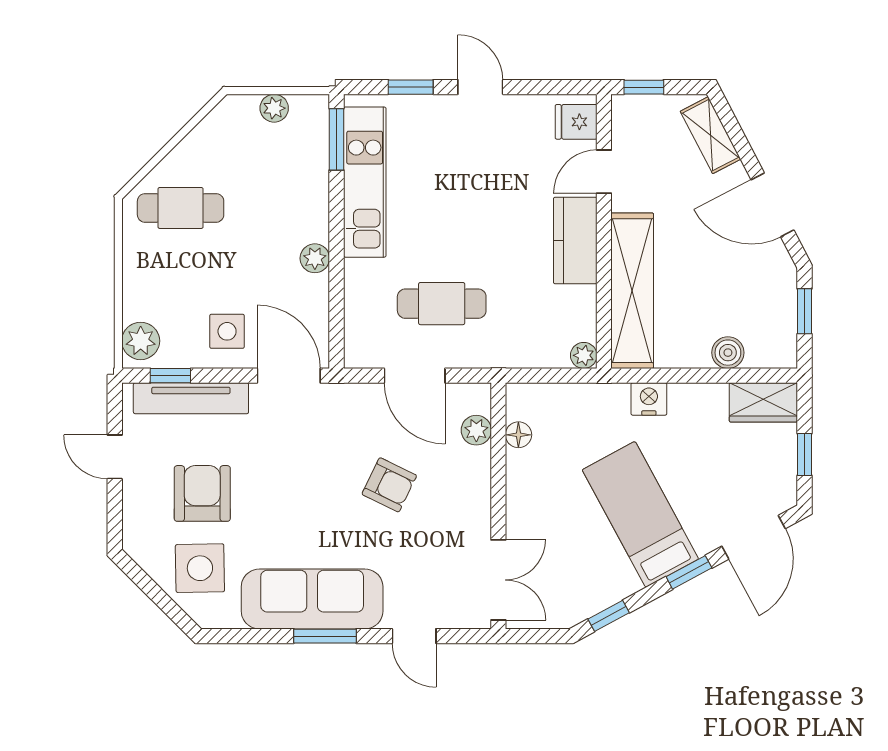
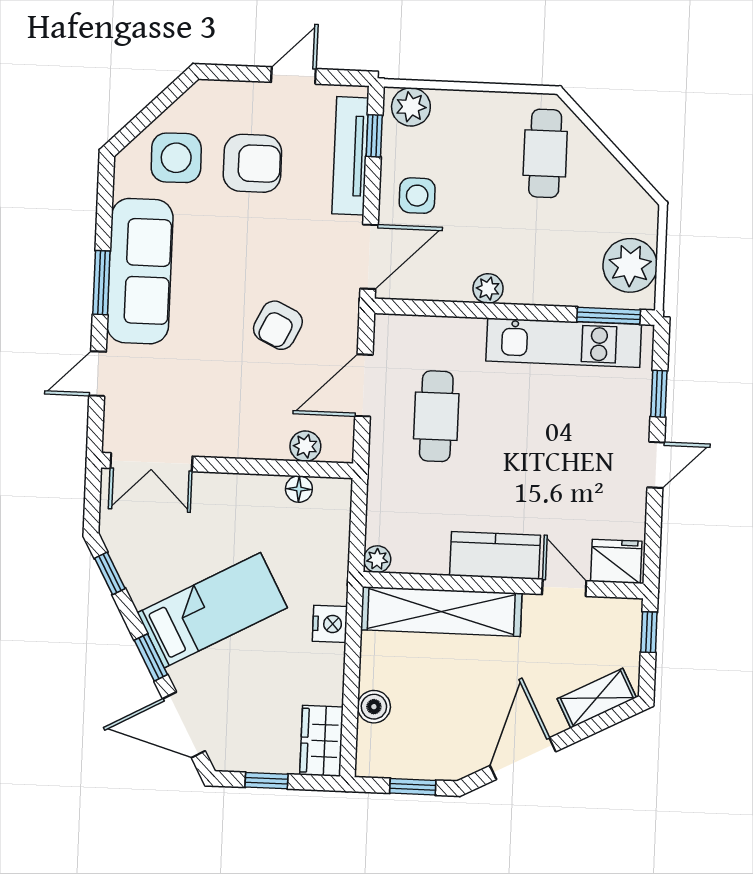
plant: (274, 108) -> (630, 265), width x1.88, depth x1.88
fridge: (576, 122) -> (616, 561), width x1.38
armchair: (389, 485) -> (278, 325), moved

